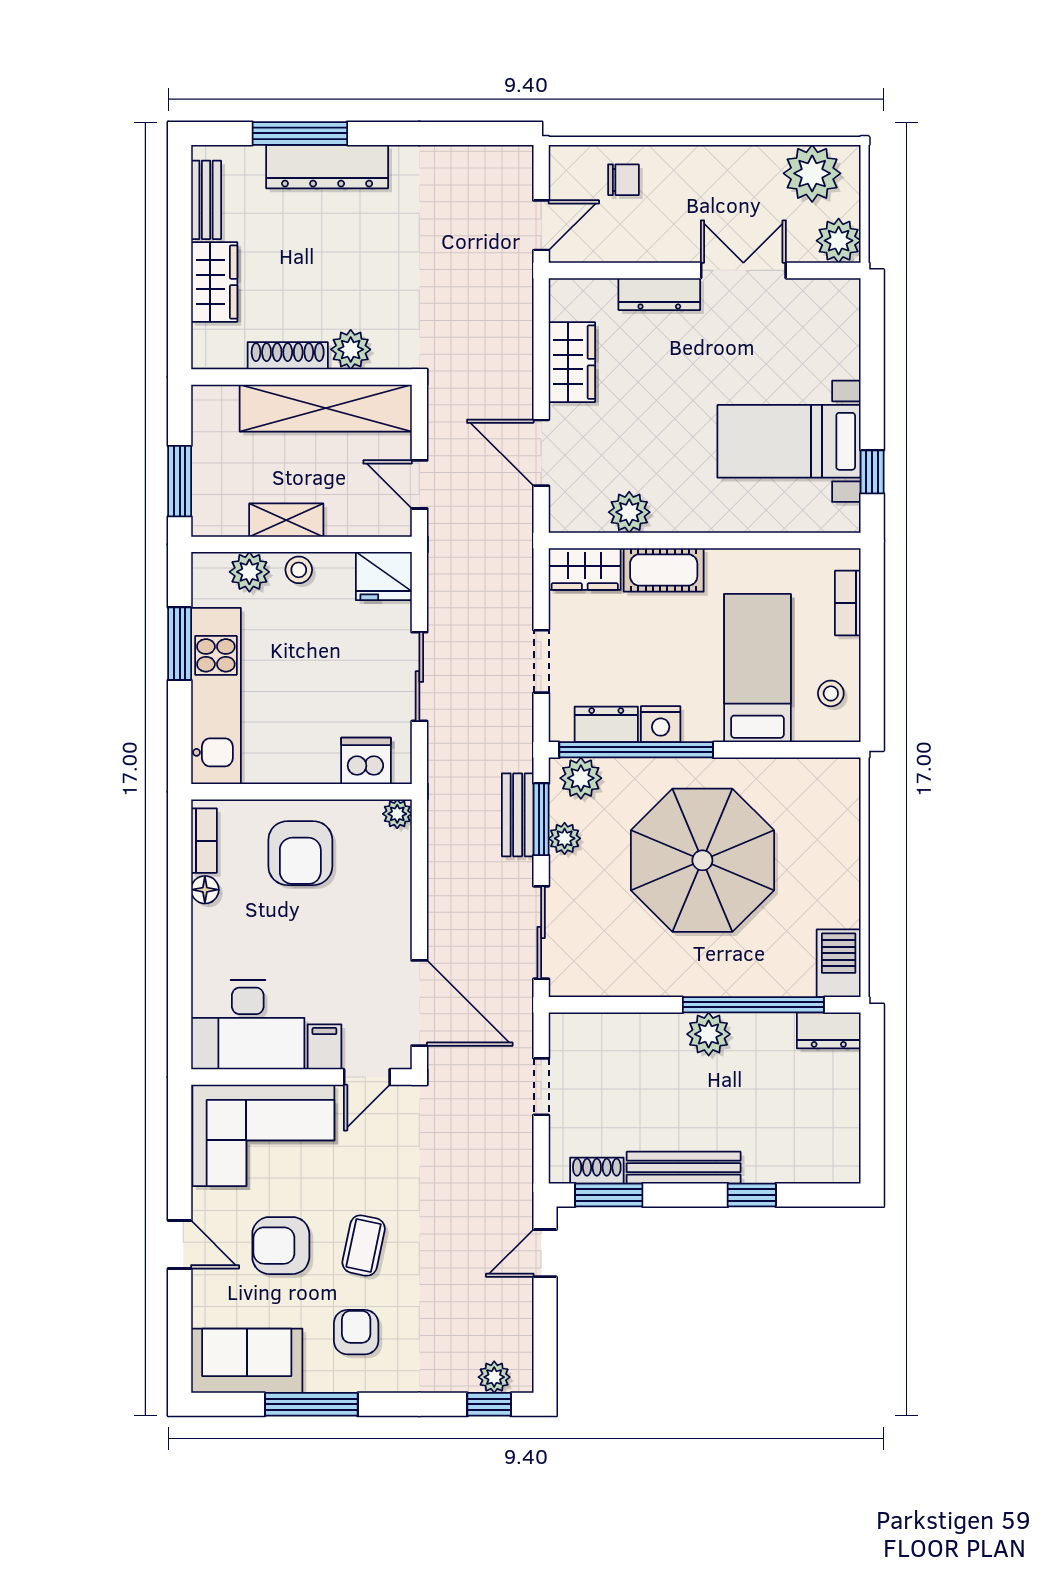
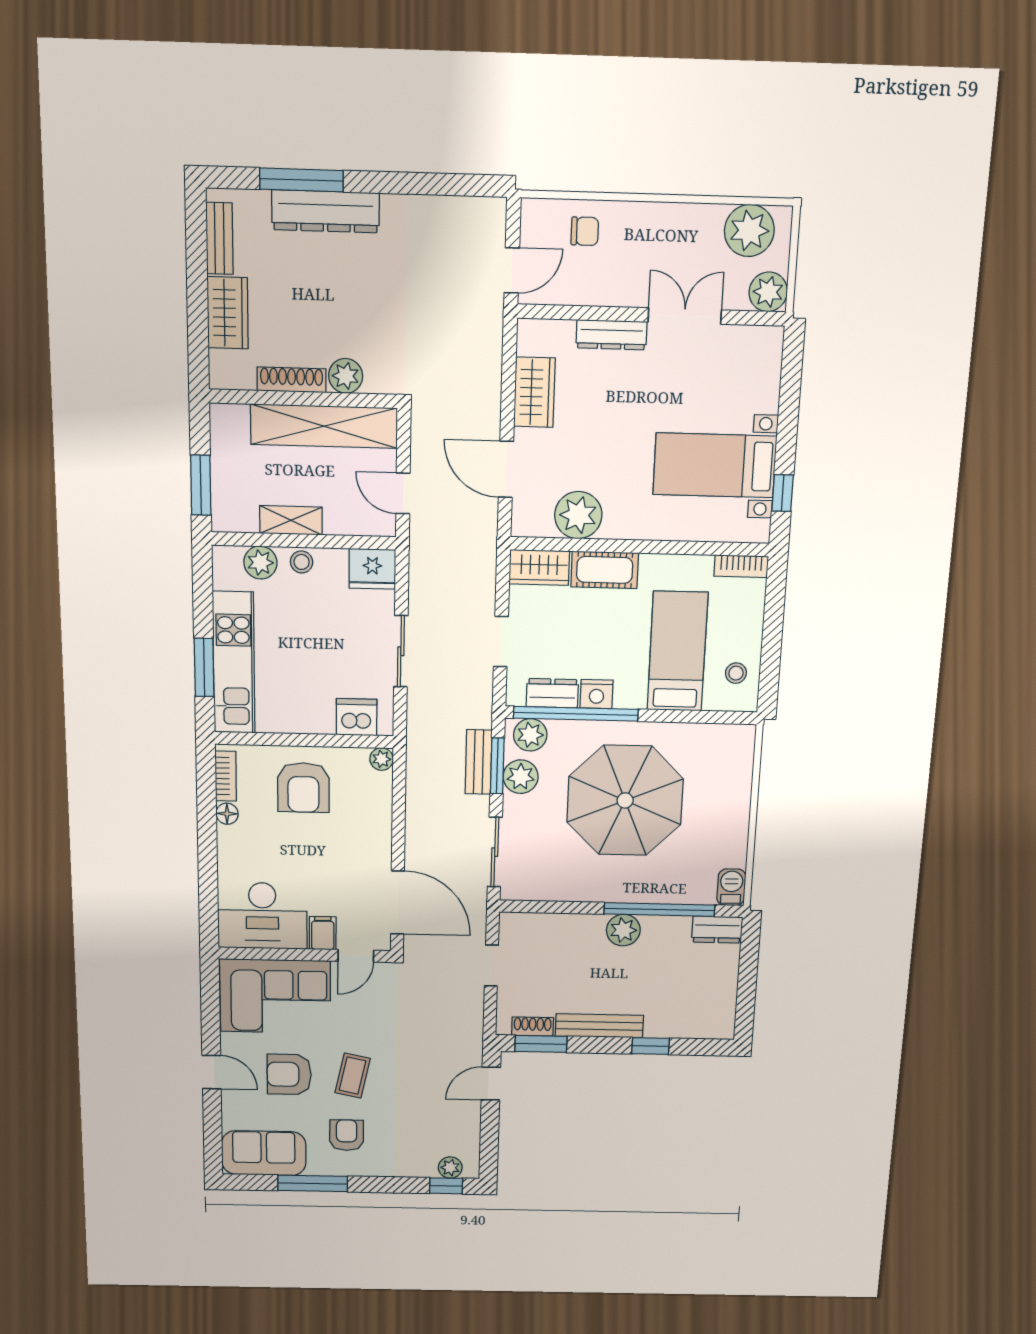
plant: (629, 512) -> (578, 515), width x1.36, depth x1.36
bookcase: (848, 603) -> (741, 566), moved, turned -90
window: (180, 644) -> (204, 667), moved
plant: (565, 838) -> (521, 777), width x1.38, depth x1.38
barbecue: (839, 963) -> (731, 887), width x0.73, depth x0.79

